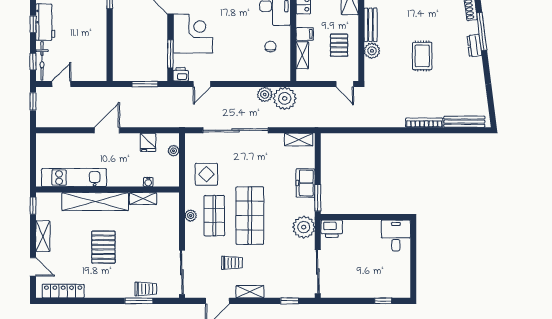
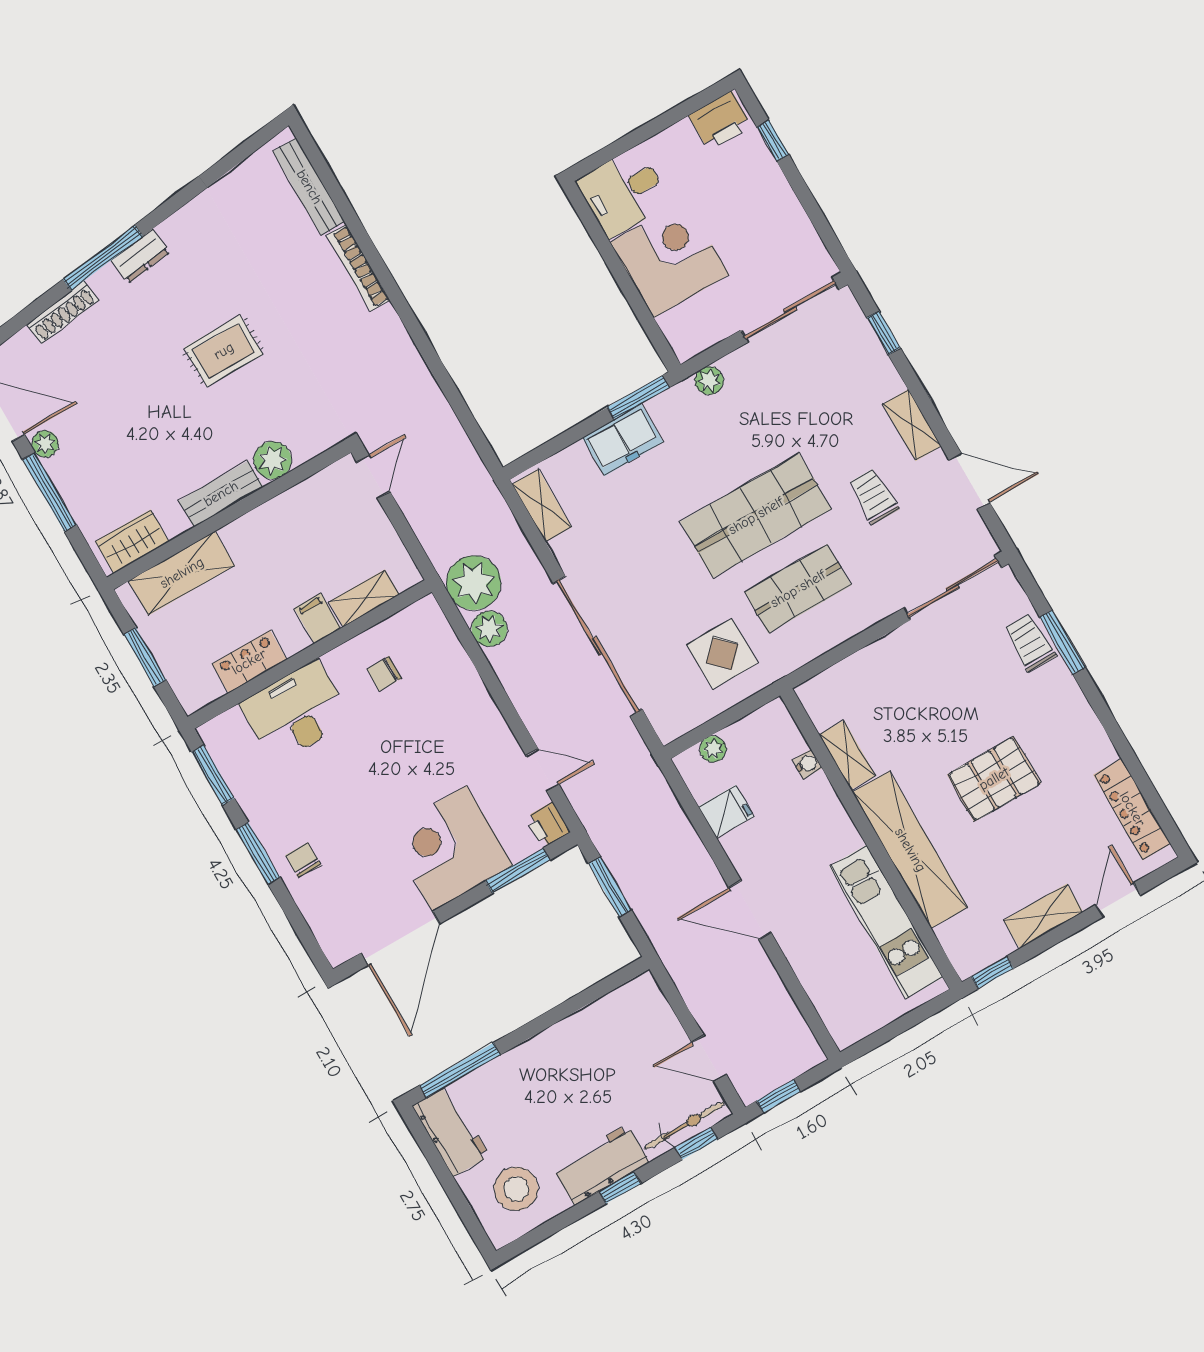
pallet: (339, 45) -> (300, 534), removed
plant: (191, 216) -> (826, 637), removed
plant: (304, 227) -> (709, 381), width x0.53, depth x0.53
printer: (332, 229) -> (720, 121), moved, turned 90
corner desk: (362, 238) -> (670, 259), added

